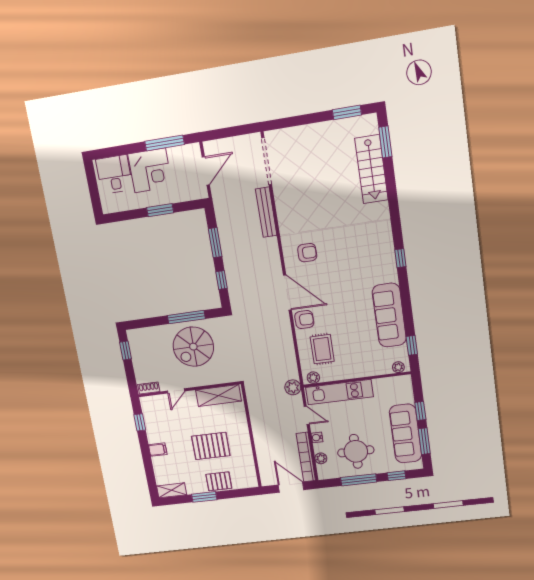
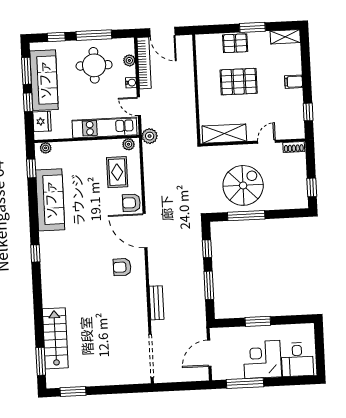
bench: (266, 212) -> (156, 303), width x0.73
fridge: (404, 393) -> (42, 121), added

